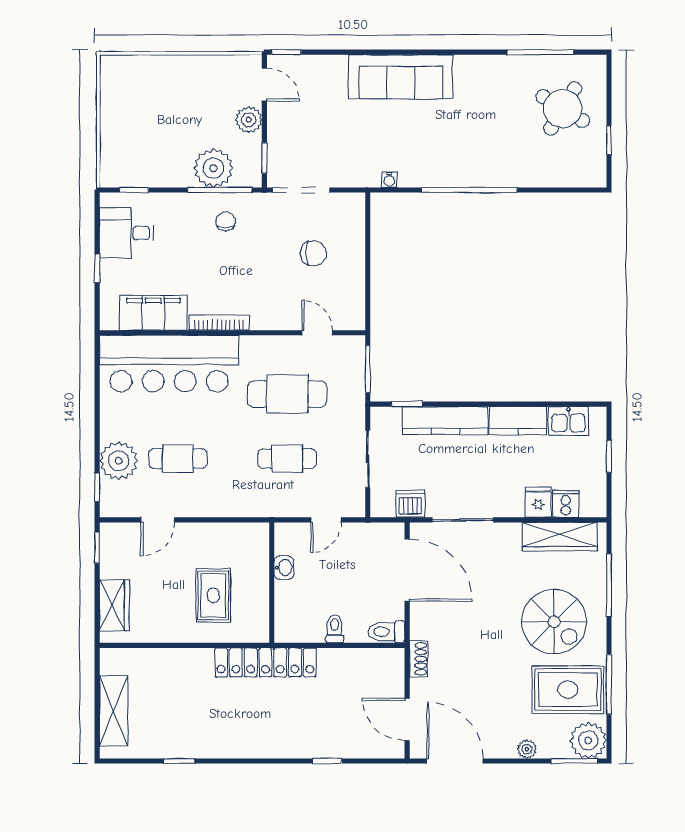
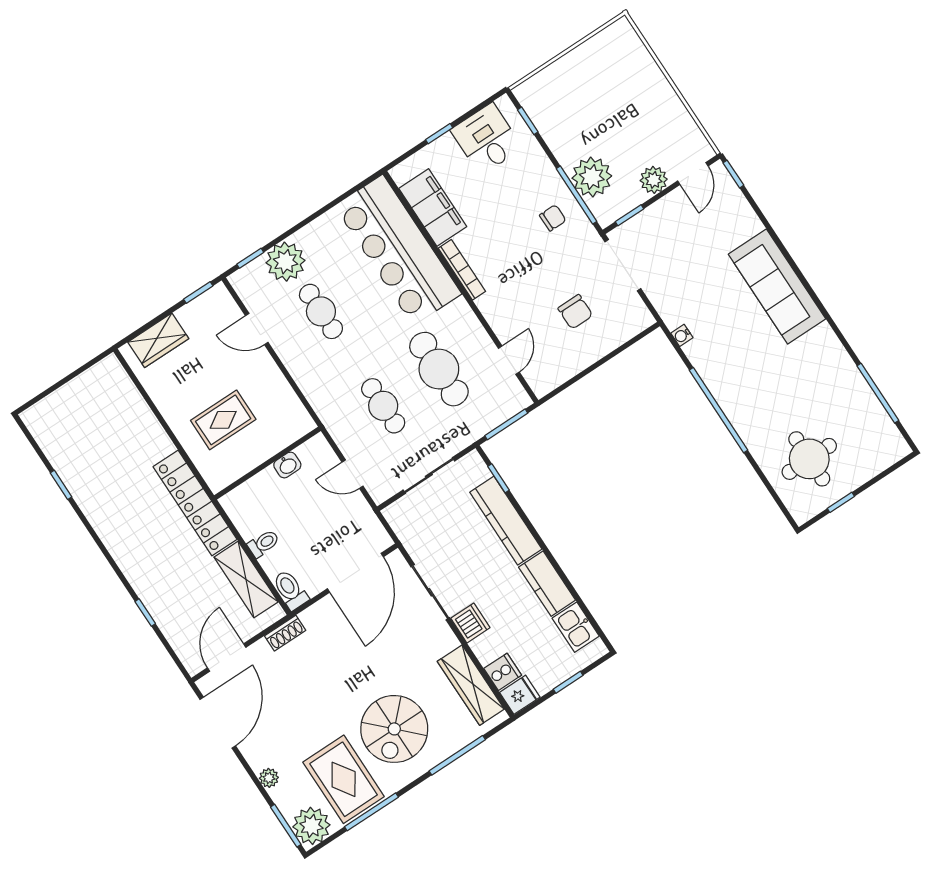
round table: (563, 108) -> (809, 459), moved, turned -31
fridge: (538, 502) -> (520, 695), moved
dishwasher: (411, 504) -> (470, 623), moved
shelving: (114, 711) -> (246, 579), moved, turned 90

